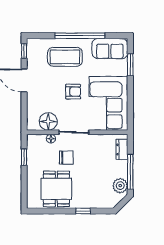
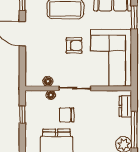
floor lamp: (48, 121) -> (48, 81), width x0.53, depth x0.53
chair: (66, 158) -> (67, 115), turned 180

